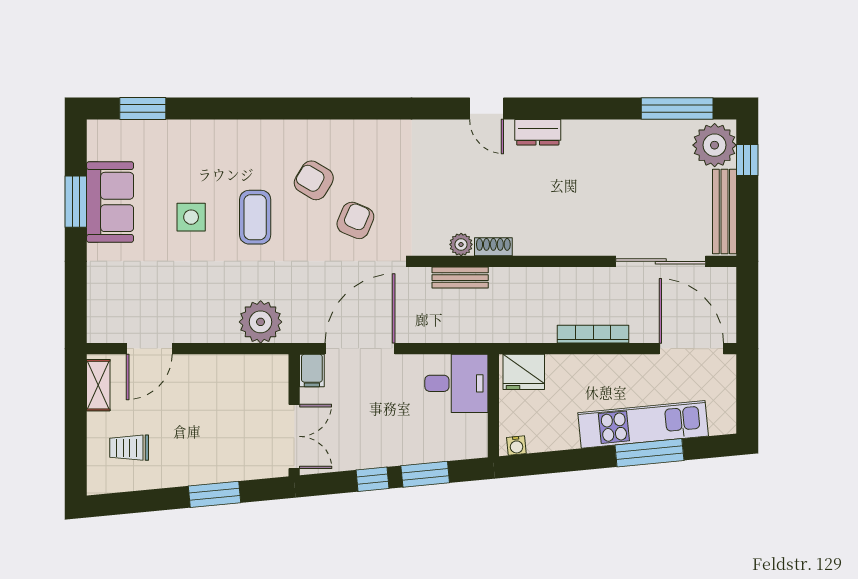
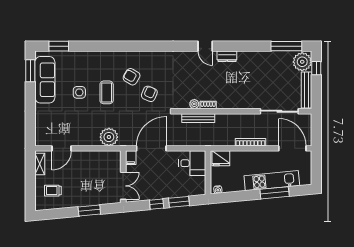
window: (76, 202) -> (30, 71), moved
sofa: (110, 202) -> (45, 80), width x1.36
bench: (460, 278) -> (198, 118), width x1.36

